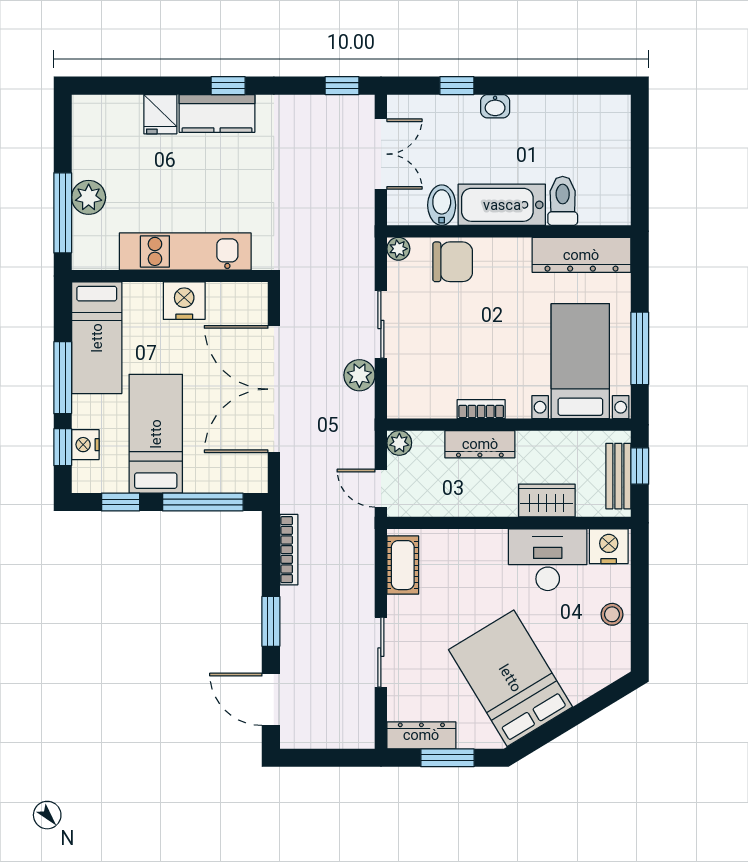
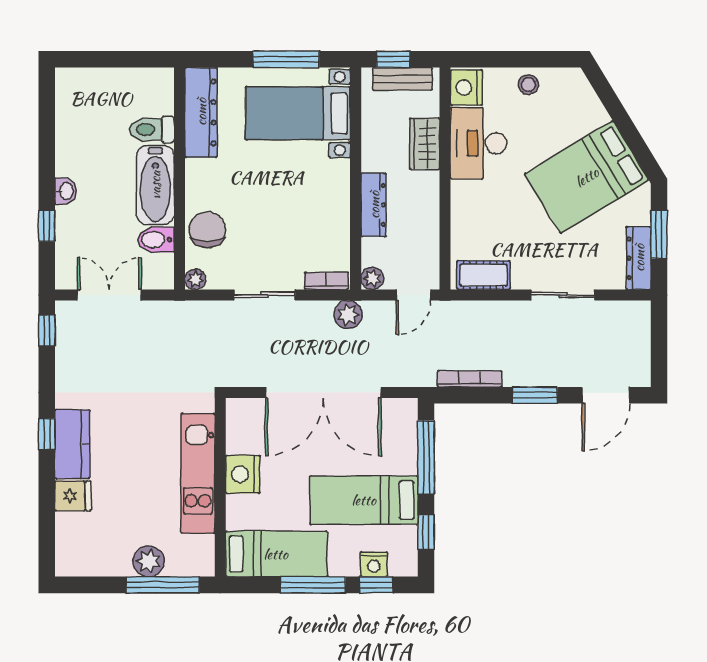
plant: (359, 375) -> (348, 315), moved
bookcase: (481, 409) -> (326, 281), moved, turned 90

